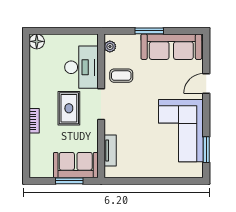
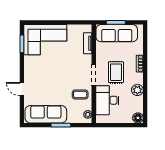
plant: (38, 82) -> (137, 90), added
door: (206, 83) -> (22, 89), swing flipped
corner sofa: (181, 131) -> (45, 40), moved, turned 90
sofa: (76, 165) -> (117, 33), width x1.36

